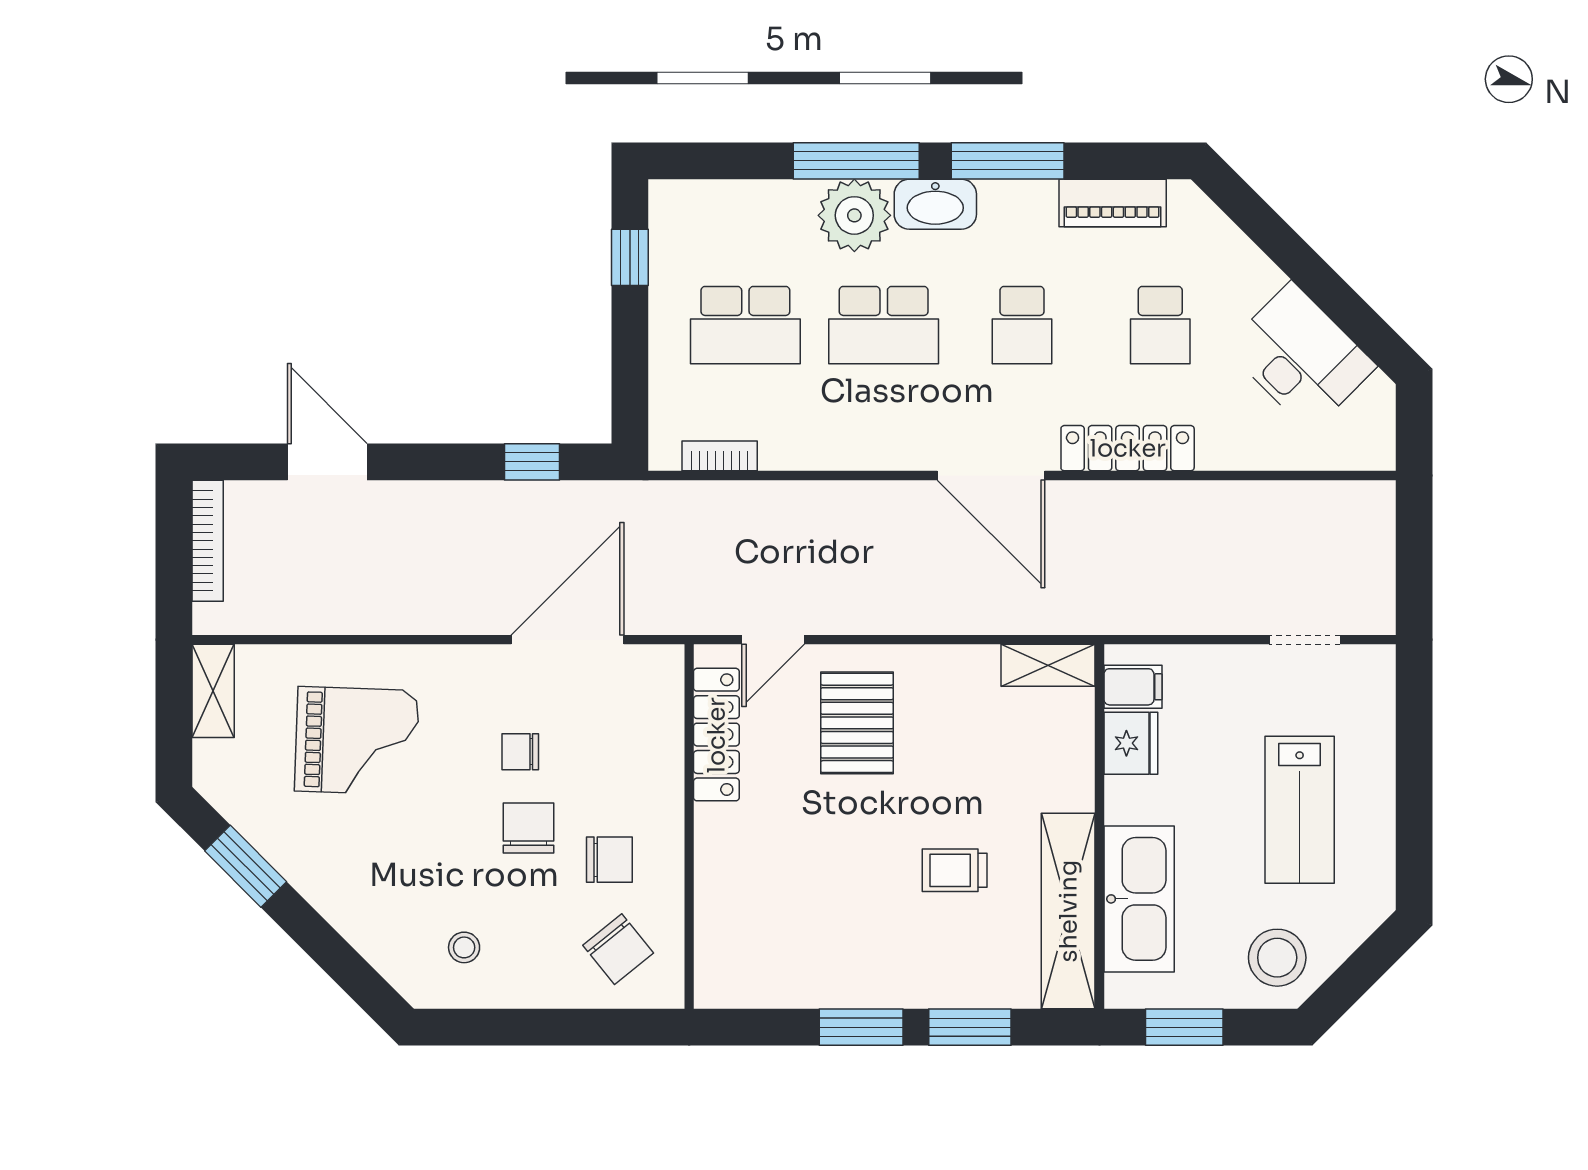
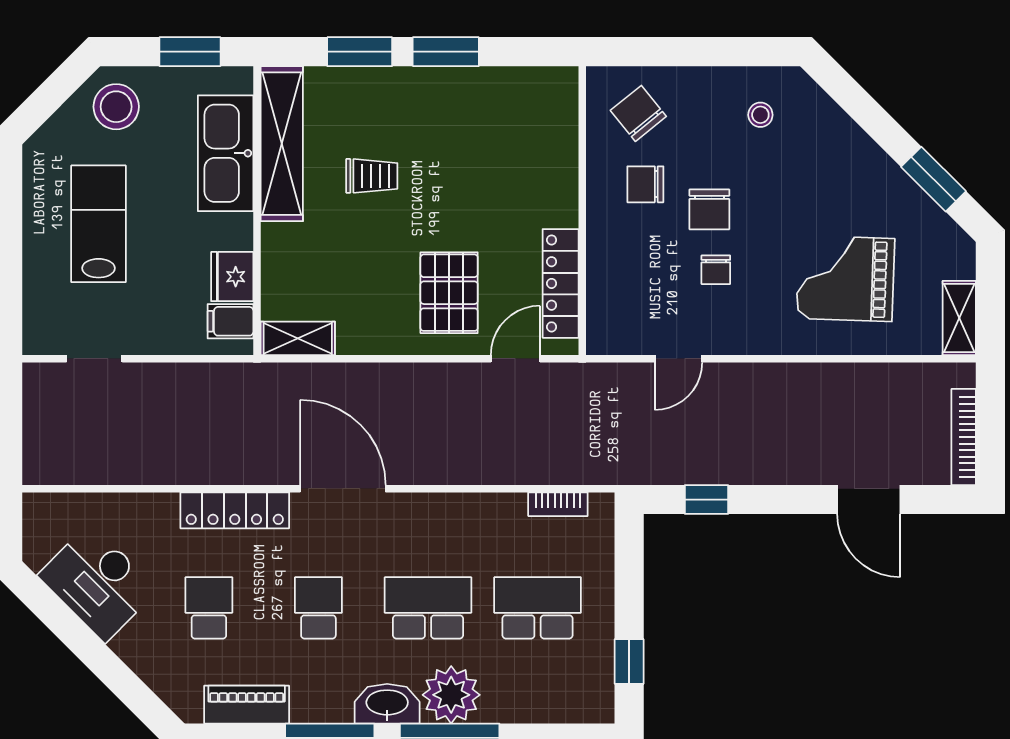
door: (568, 640) -> (678, 359), width x0.53
chair: (520, 752) -> (716, 270), turned 90

